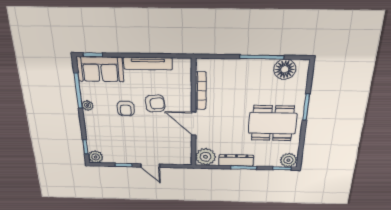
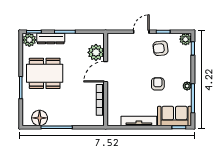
armchair: (155, 104) -> (161, 48), moved
door: (194, 124) -> (106, 72), swing flipped
plant: (206, 157) -> (96, 52), moved
dresser: (236, 160) -> (51, 39), moved
door: (150, 166) -> (141, 32), hinge flipped

